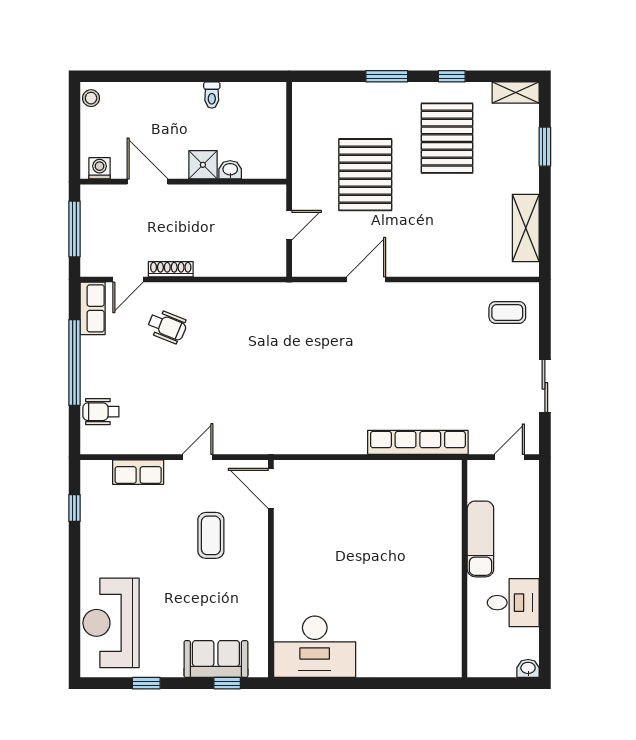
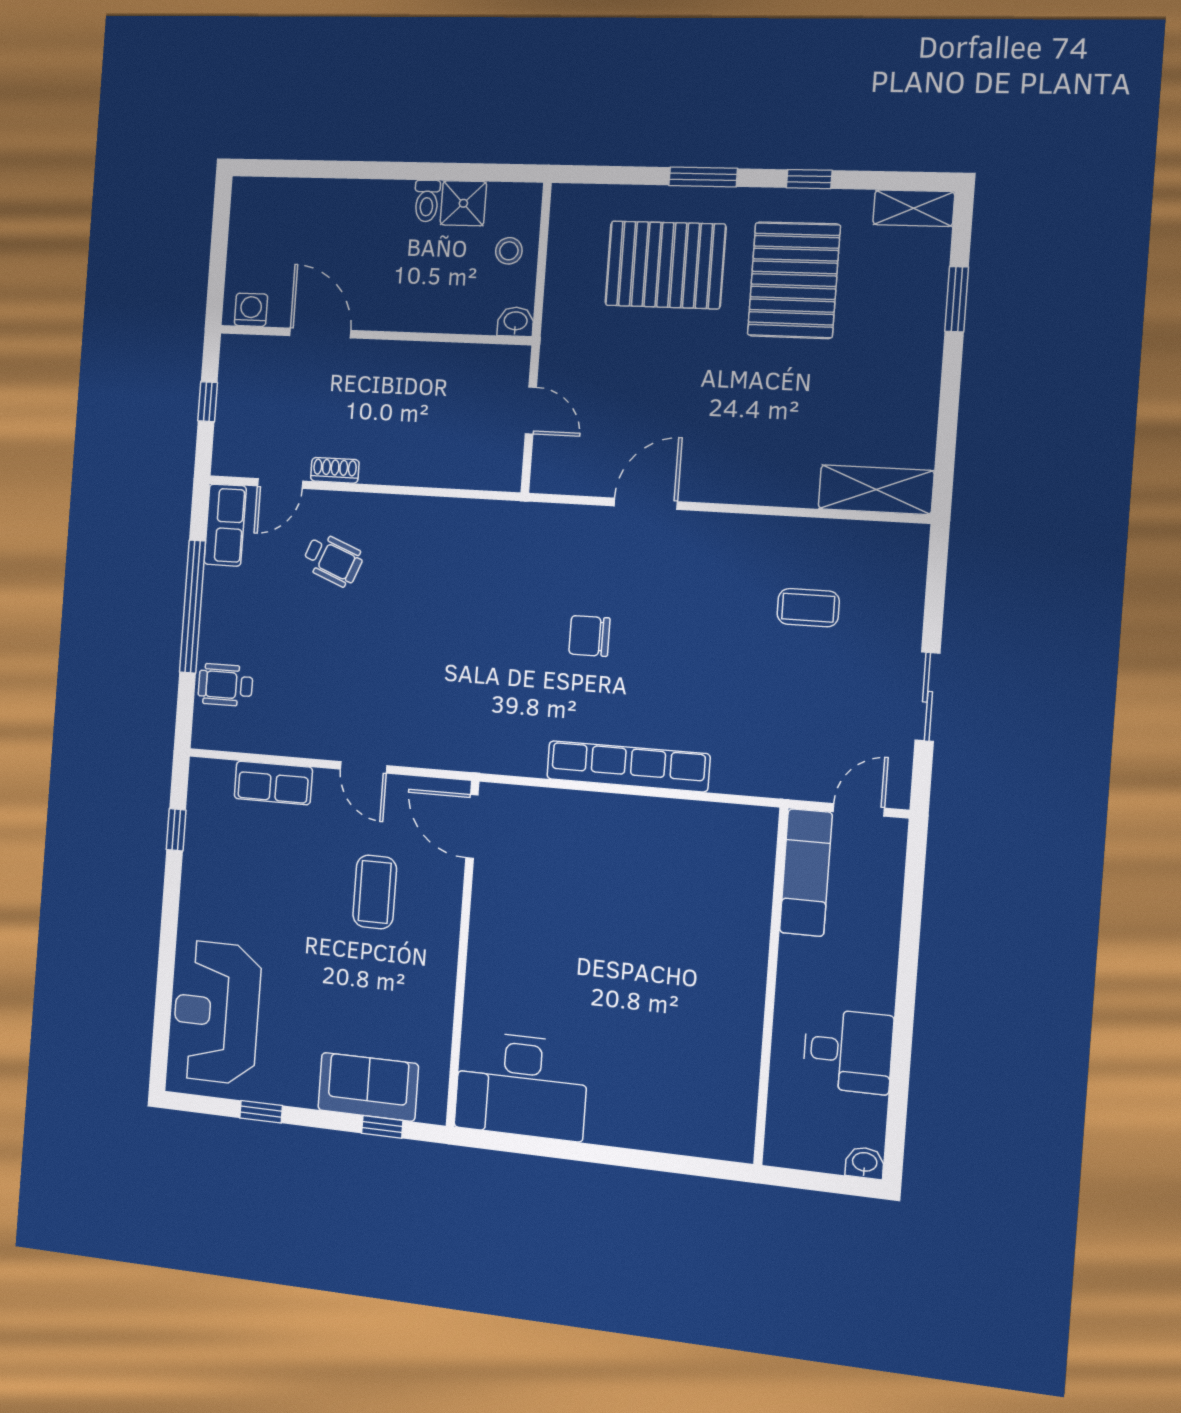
stool: (91, 98) -> (509, 251), moved
shower: (203, 165) -> (463, 203), moved
washbasin: (230, 170) -> (515, 322), moved
pallet: (365, 175) -> (665, 265), moved, turned 90
door: (289, 225) -> (531, 411), hinge flipped
shelving: (526, 228) -> (876, 490), moved, turned 90
window: (75, 229) -> (208, 402), width x0.46
shoe rack: (171, 269) -> (335, 470), width x0.70
coffee table: (507, 312) -> (808, 608), moved
chair: (337, 364) -> (589, 636), added
row of seats: (418, 442) -> (628, 766), moved
door: (197, 457) -> (364, 767), swing flipped
exam couch: (480, 539) -> (806, 872), moved

